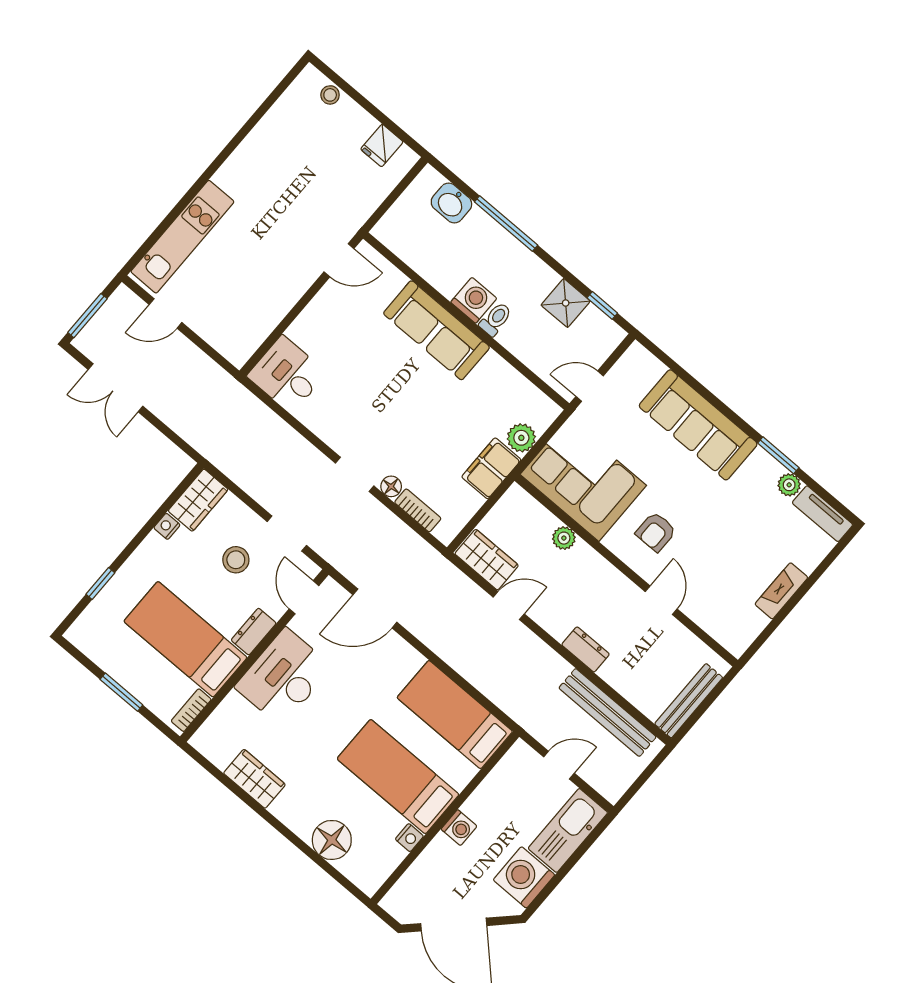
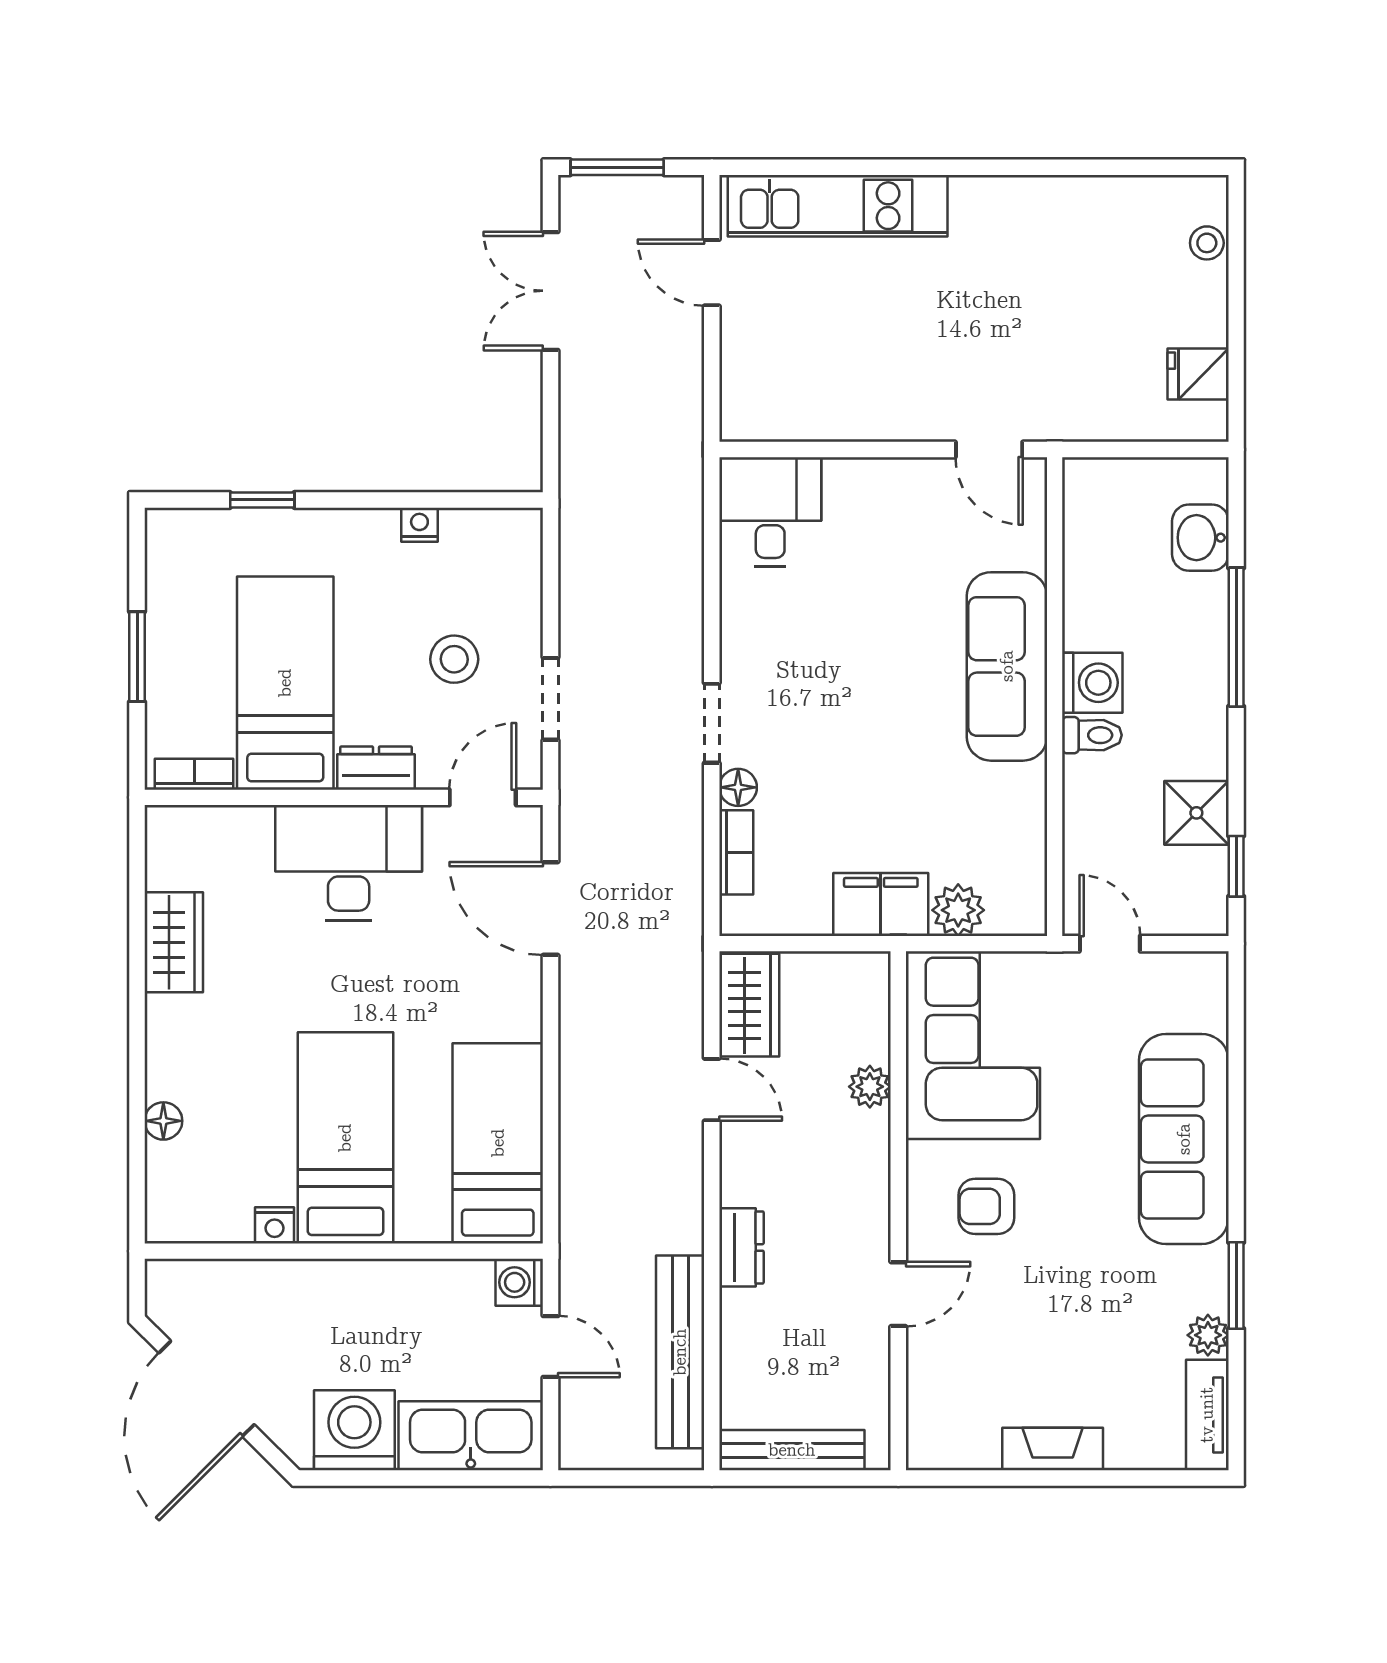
wardrobe: (198, 500) -> (492, 537), removed
washing machine: (459, 828) -> (519, 1282), moved, turned 90
floor lamp: (332, 840) -> (163, 1121), width x0.53, depth x0.53

